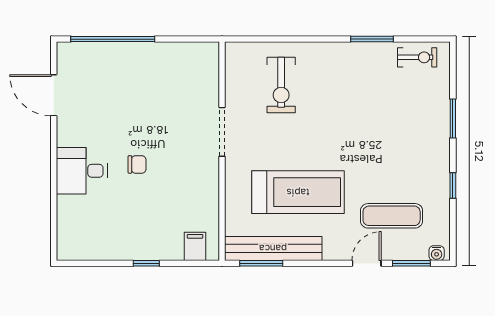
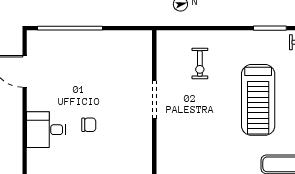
exercise bike: (281, 85) -> (200, 64), width x0.73, depth x0.72
treadmill: (298, 192) -> (258, 100), moved, turned 90

